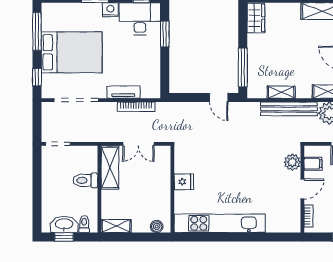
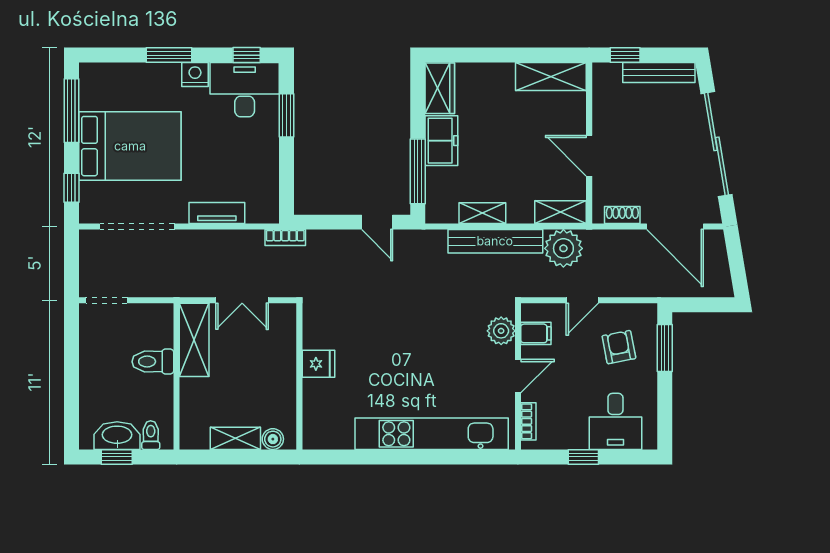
freezer: (257, 49) -> (441, 141), added
bookcase: (136, 107) -> (285, 238), moved, width x0.64
kitchen unit: (220, 223) -> (432, 434), moved
shelving: (116, 226) -> (235, 438), moved

